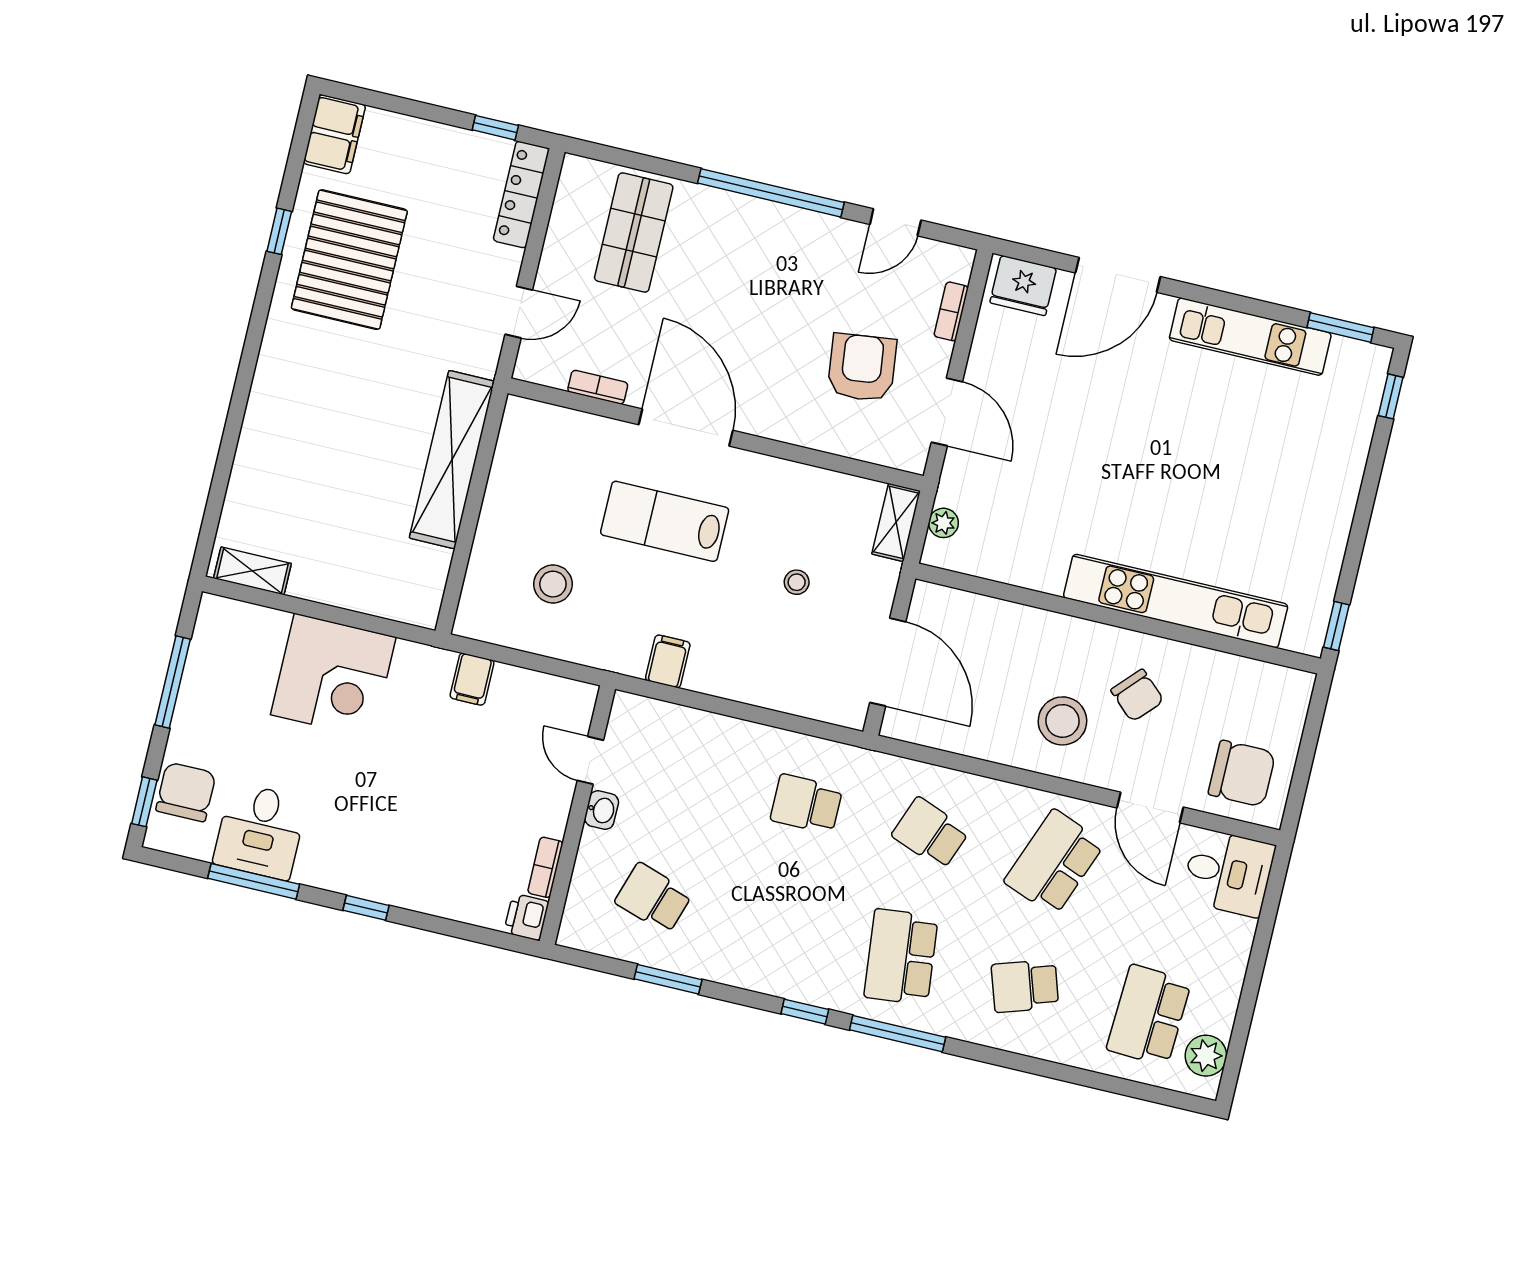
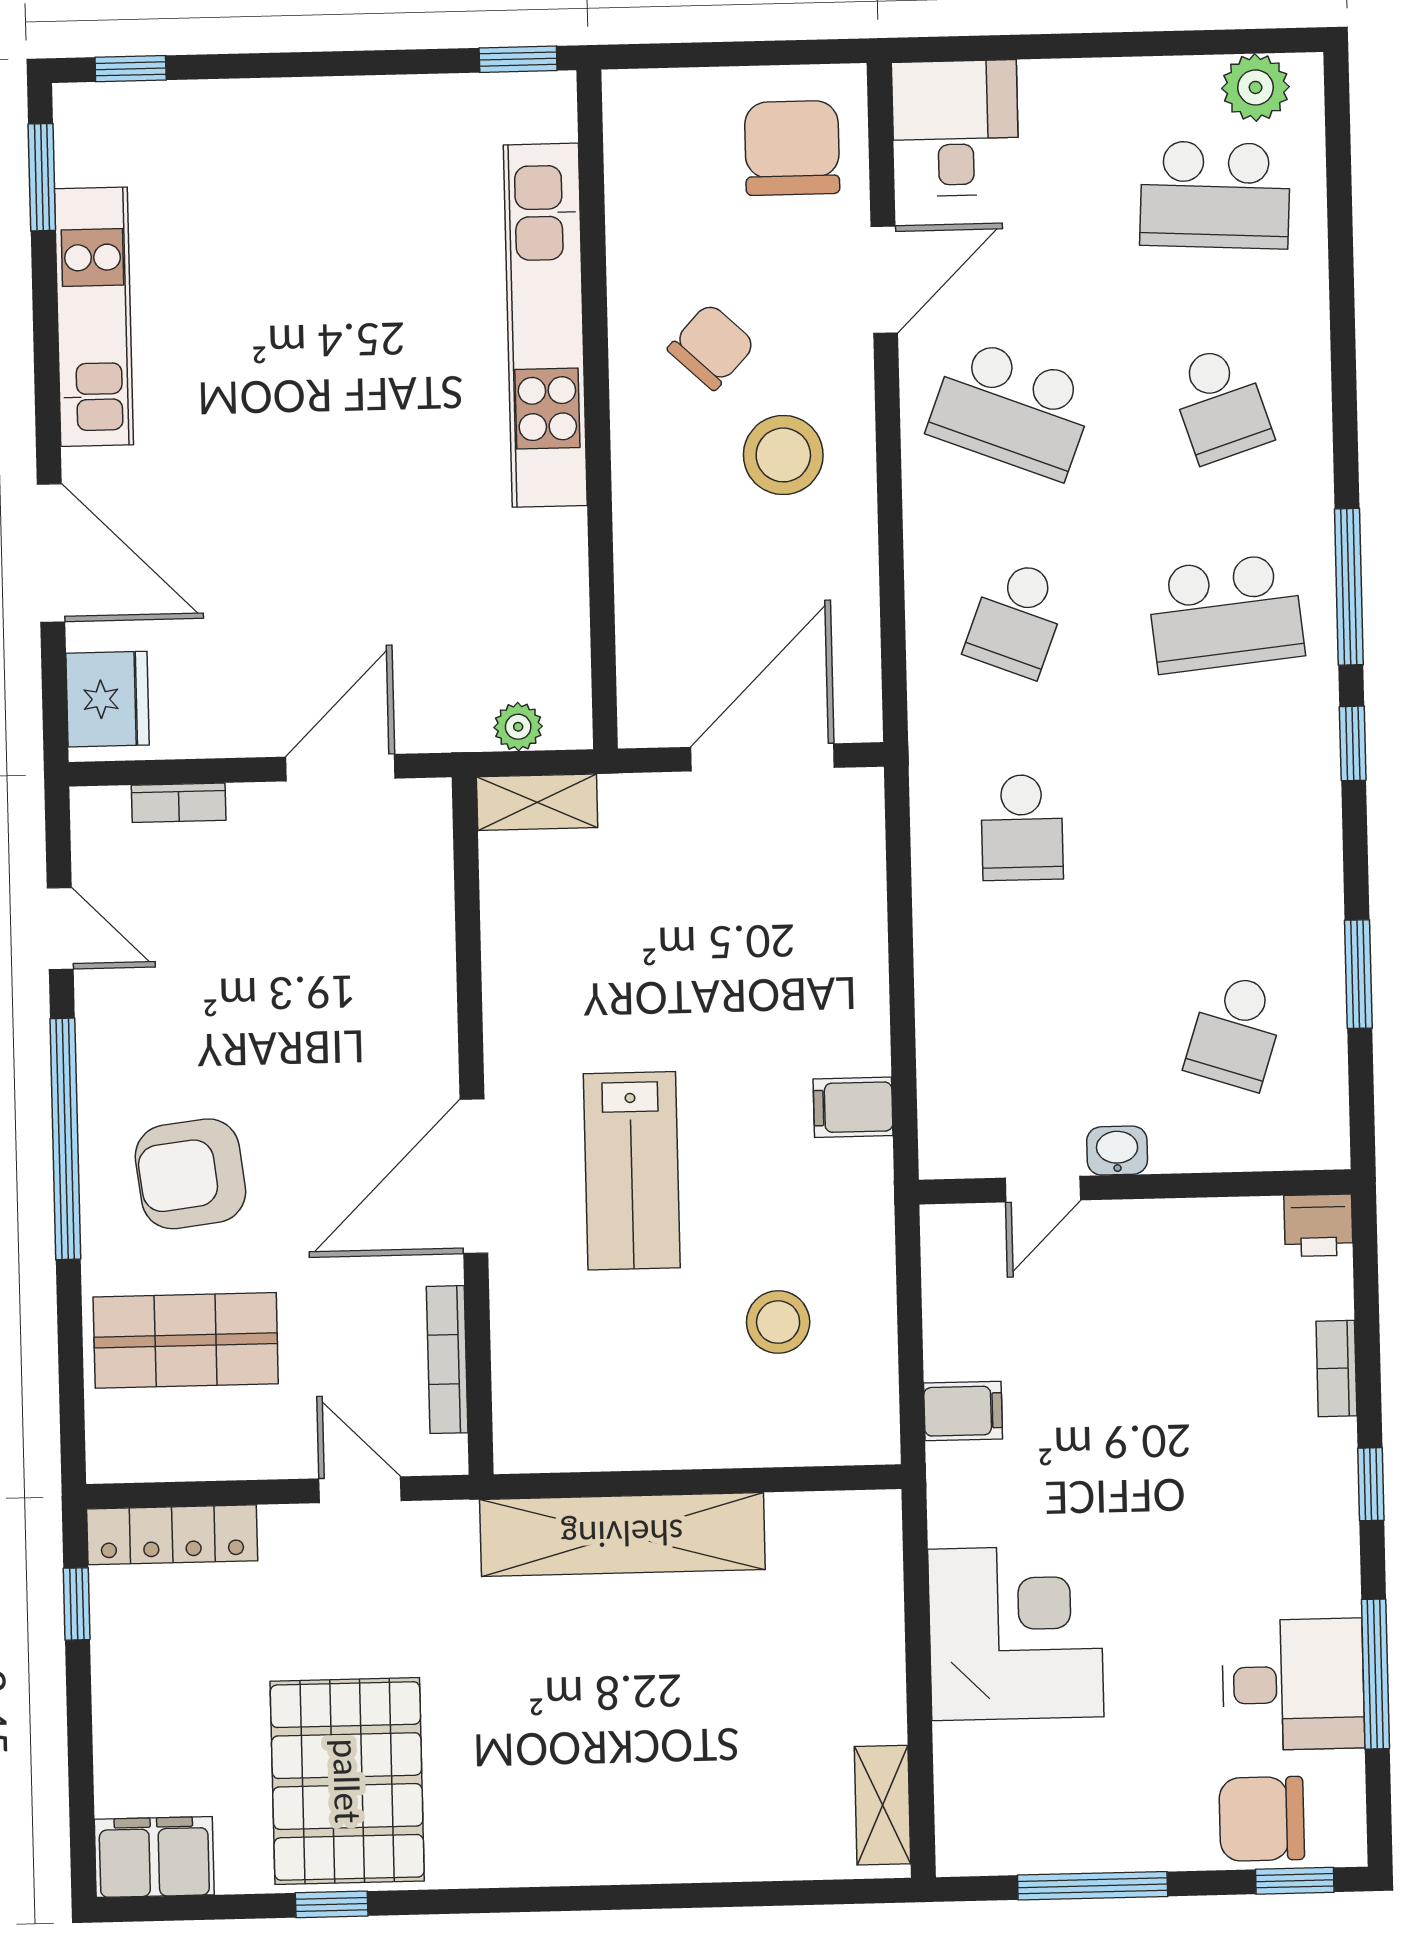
pallet: (349, 260) -> (347, 1781), turned 90
armchair: (862, 368) -> (190, 1174), moved
bookcase: (598, 387) -> (447, 1360), width x1.56
stool: (797, 582) -> (674, 935), removed
bookcase: (545, 867) -> (1336, 1369), moved, turned 90

